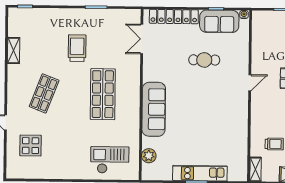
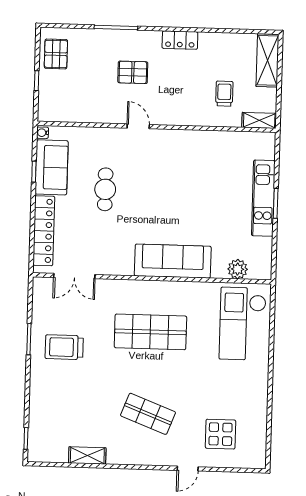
trolley: (77, 48) -> (64, 347), moved
checkout: (110, 160) -> (243, 324), width x1.36, depth x1.21

